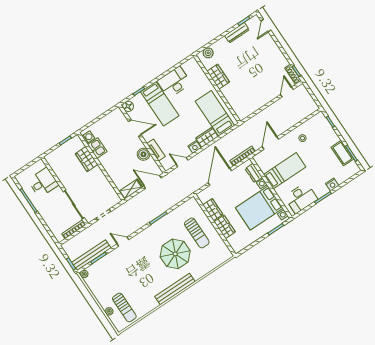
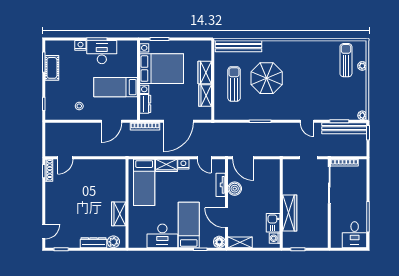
dresser: (237, 33) -> (93, 243), moved
wardrobe: (87, 159) -> (290, 213), width x1.50
desk: (43, 182) -> (355, 235), moved, turned -90
shelving: (131, 189) -> (240, 242), moved
desk: (301, 198) -> (102, 52), moved
bench: (175, 289) -> (239, 46), moved

